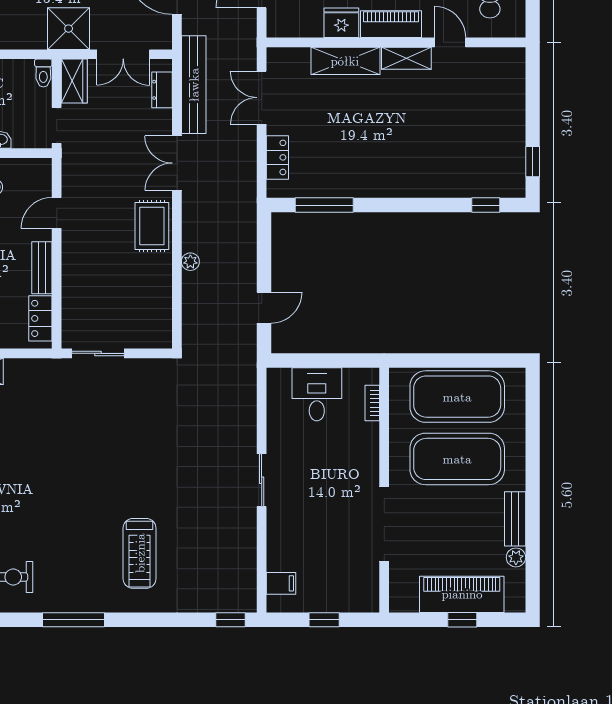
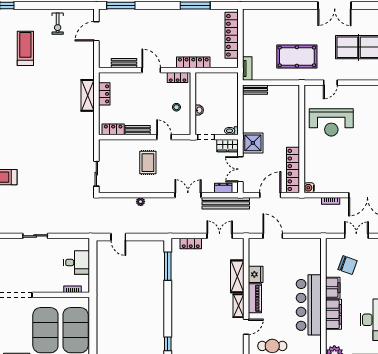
rug: (152, 226) -> (148, 163), moved, turned 90
sliding door: (98, 353) -> (96, 174), moved

